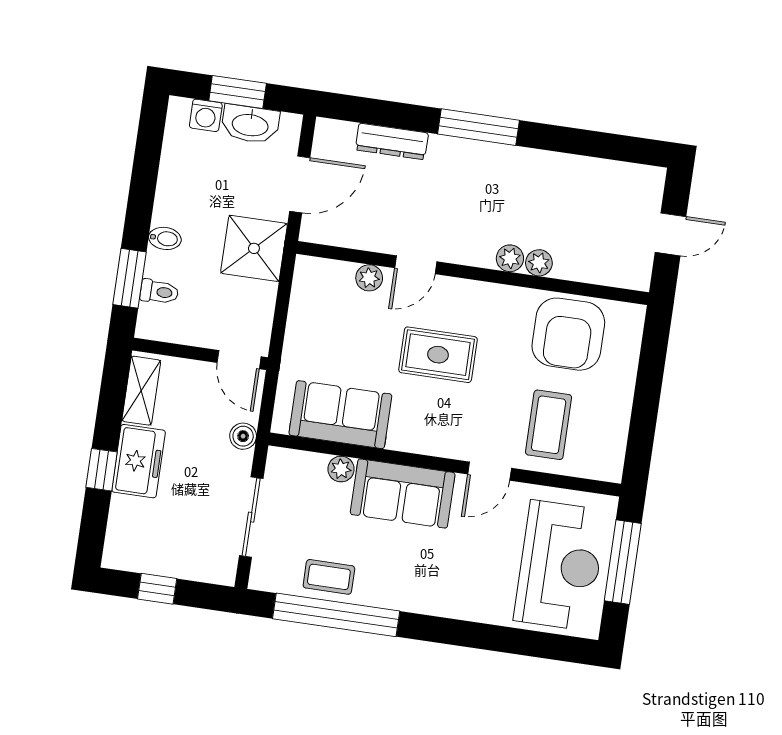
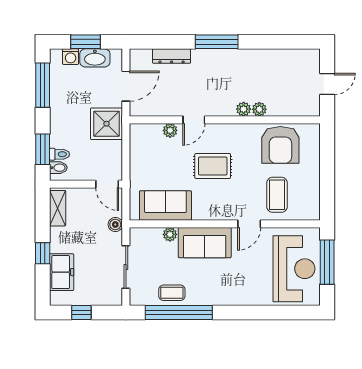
window: (147, 160) -> (43, 85), added
bidet: (165, 238) -> (58, 168), moved
freezer: (139, 461) -> (62, 272), moved

